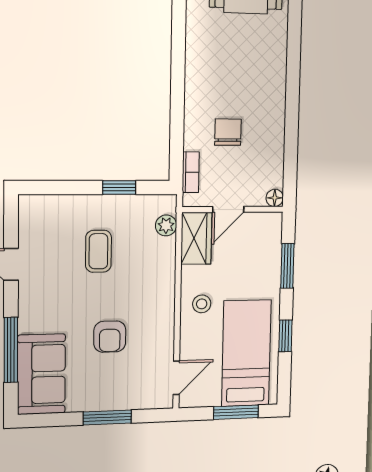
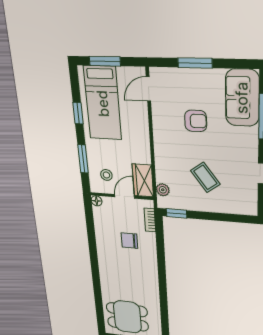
chair: (228, 132) -> (129, 241), turned 90
window: (119, 188) -> (177, 213), moved
coffee table: (98, 251) -> (205, 177), turned -36
stool: (202, 304) -> (106, 175), moved
armchair: (110, 337) -> (196, 121), turned 90

